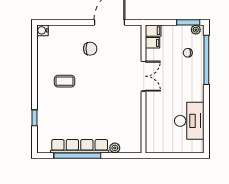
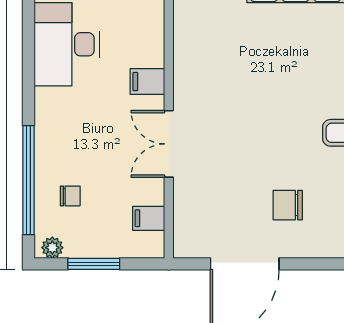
window: (188, 22) -> (94, 264), moved
filing cabinet: (153, 31) -> (147, 82), moved

